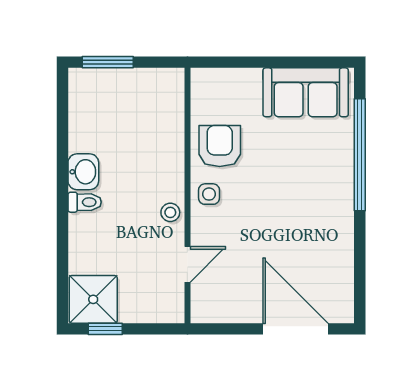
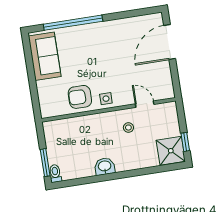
toilet: (85, 202) -> (55, 173), moved
stool: (170, 212) -> (128, 128), moved

